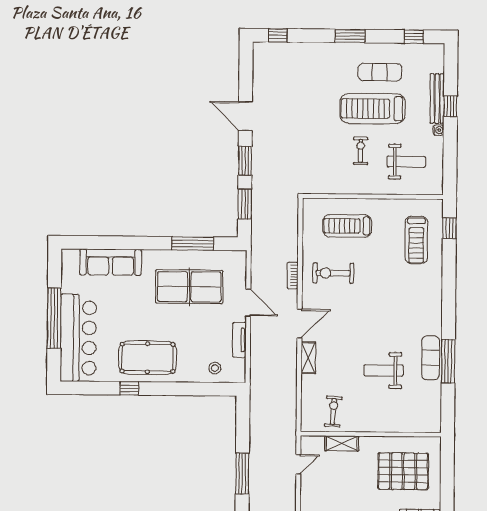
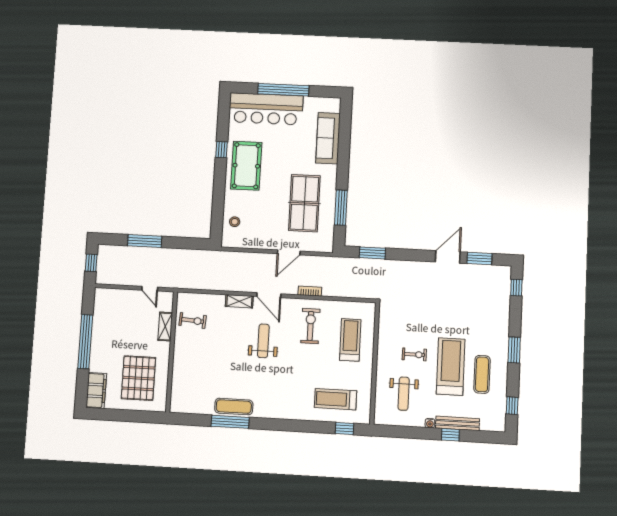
window: (245, 161) -> (480, 259), moved
tv unit: (239, 340) -> (257, 243), removed
weight bench: (384, 370) -> (263, 341), moved

